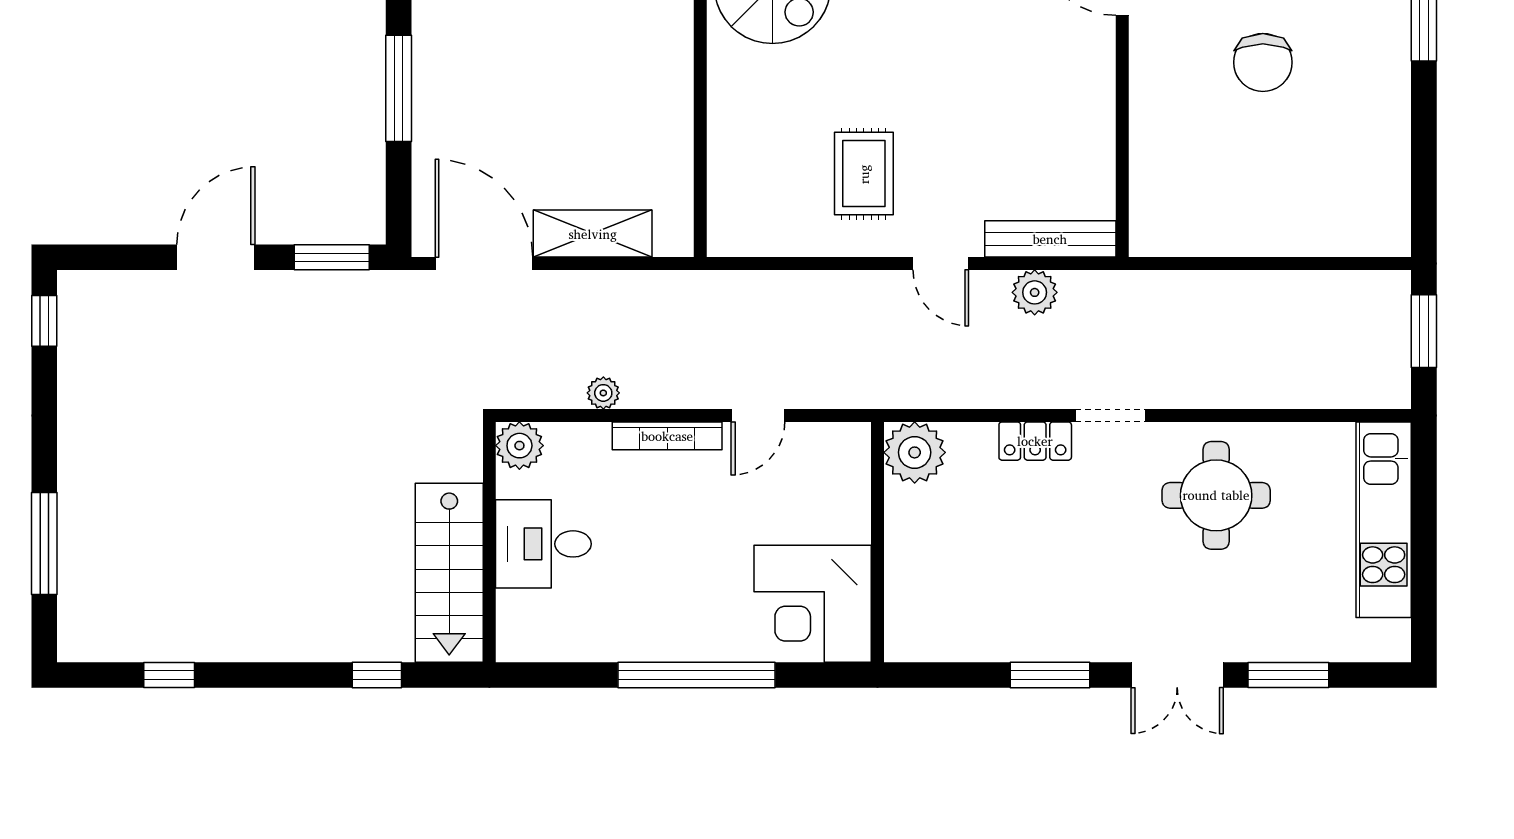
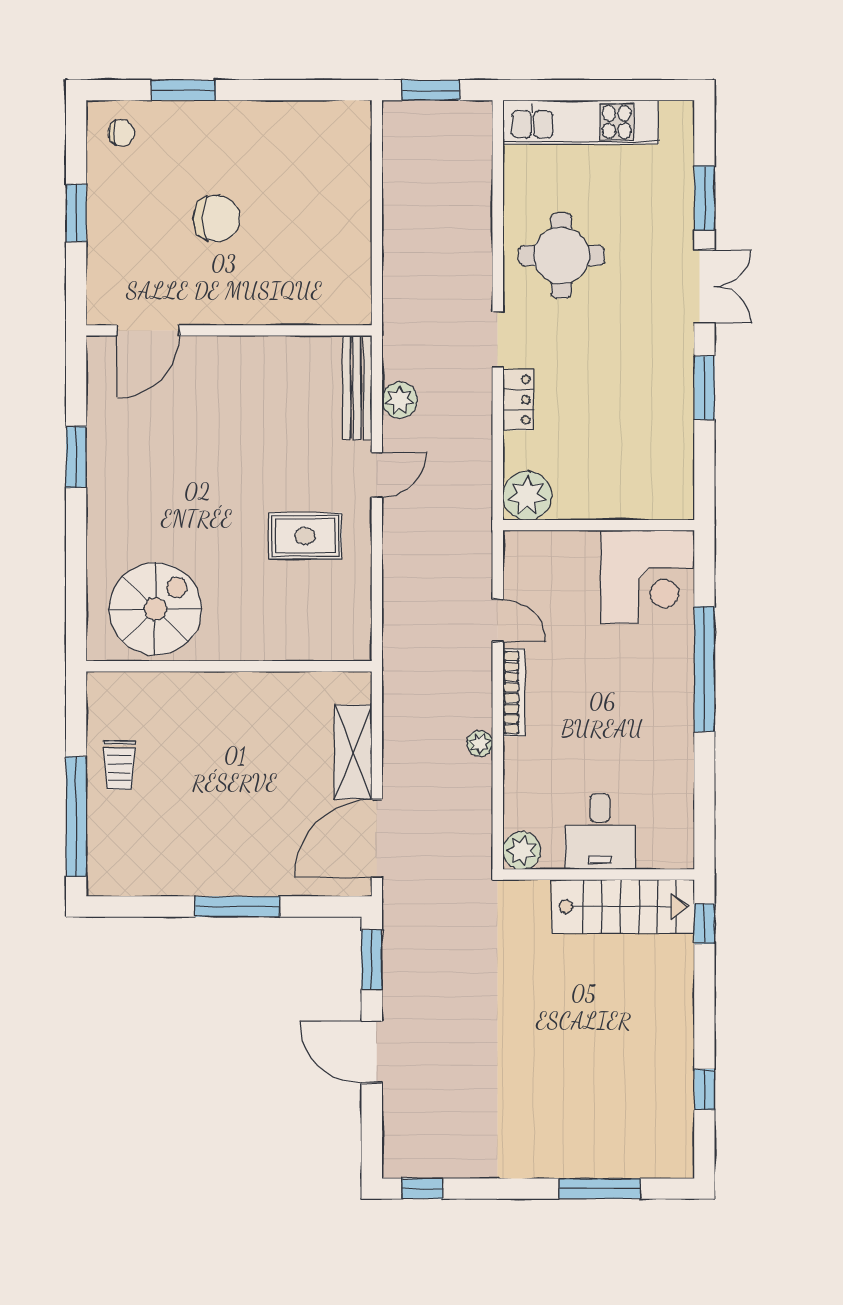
plant: (519, 446) -> (522, 851), moved
wall: (489, 542) -> (599, 875), moved
desk: (543, 544) -> (600, 831), moved
stairs: (449, 573) -> (623, 906), moved

